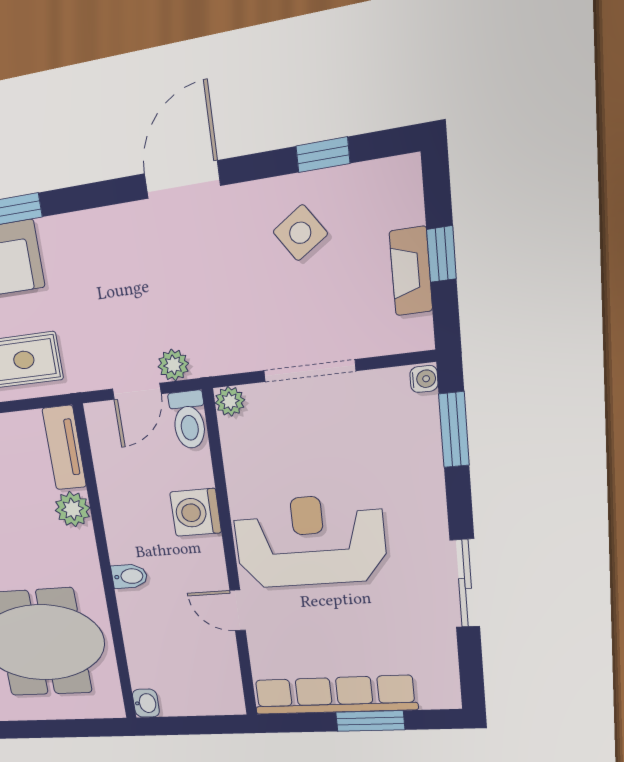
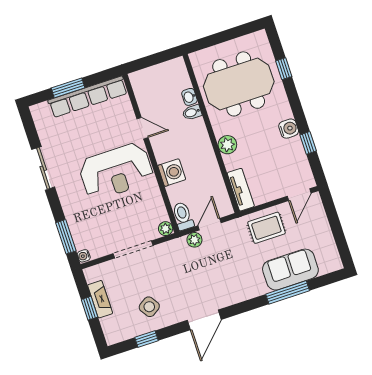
plant: (72, 509) -> (227, 145), moved
bidet: (129, 576) -> (192, 112), moved
washbasin: (146, 703) -> (189, 97), moved

